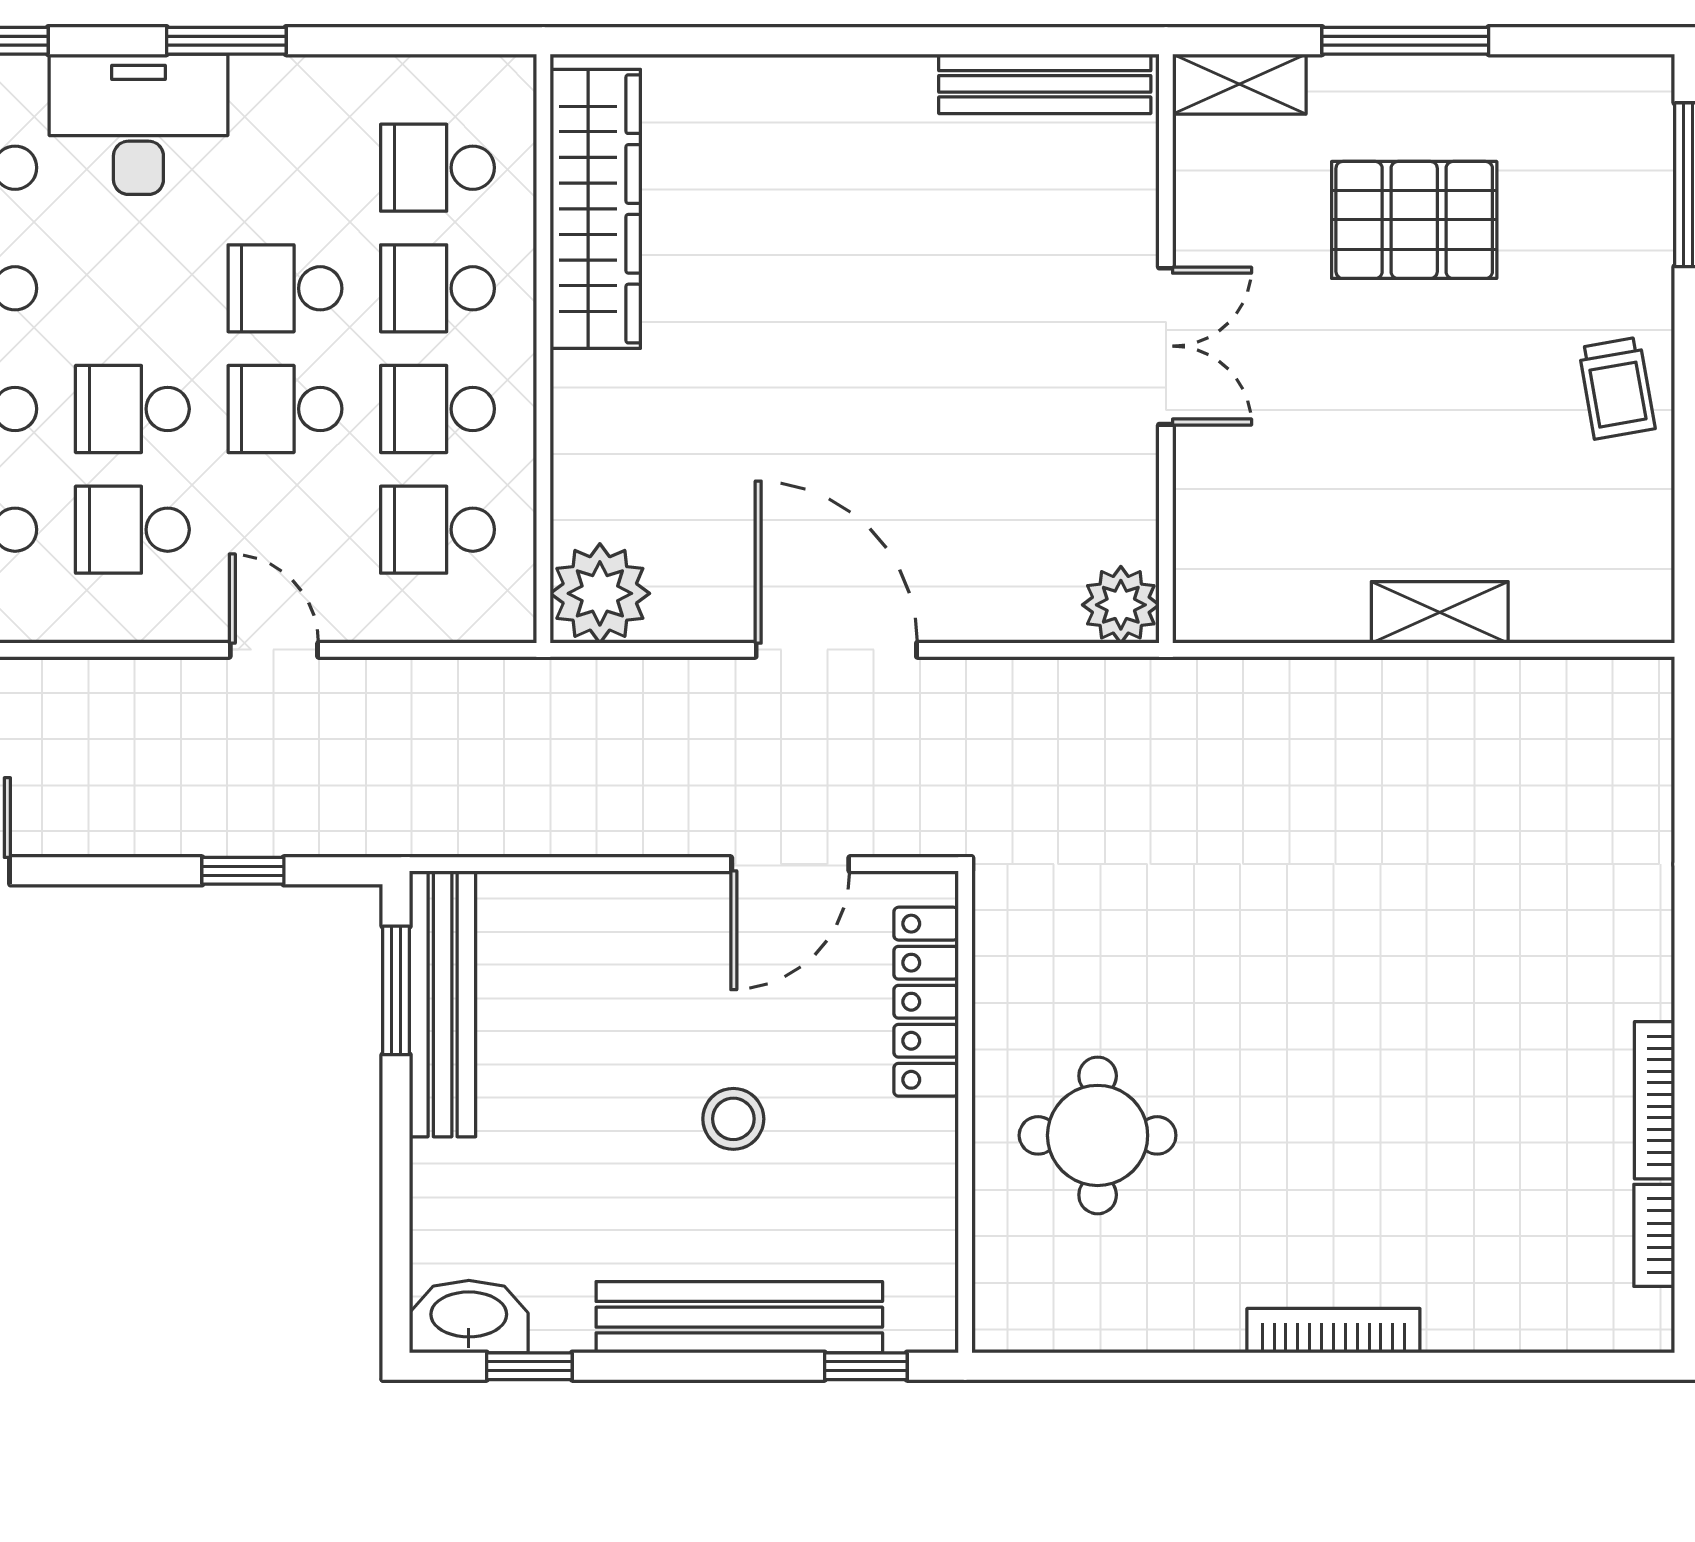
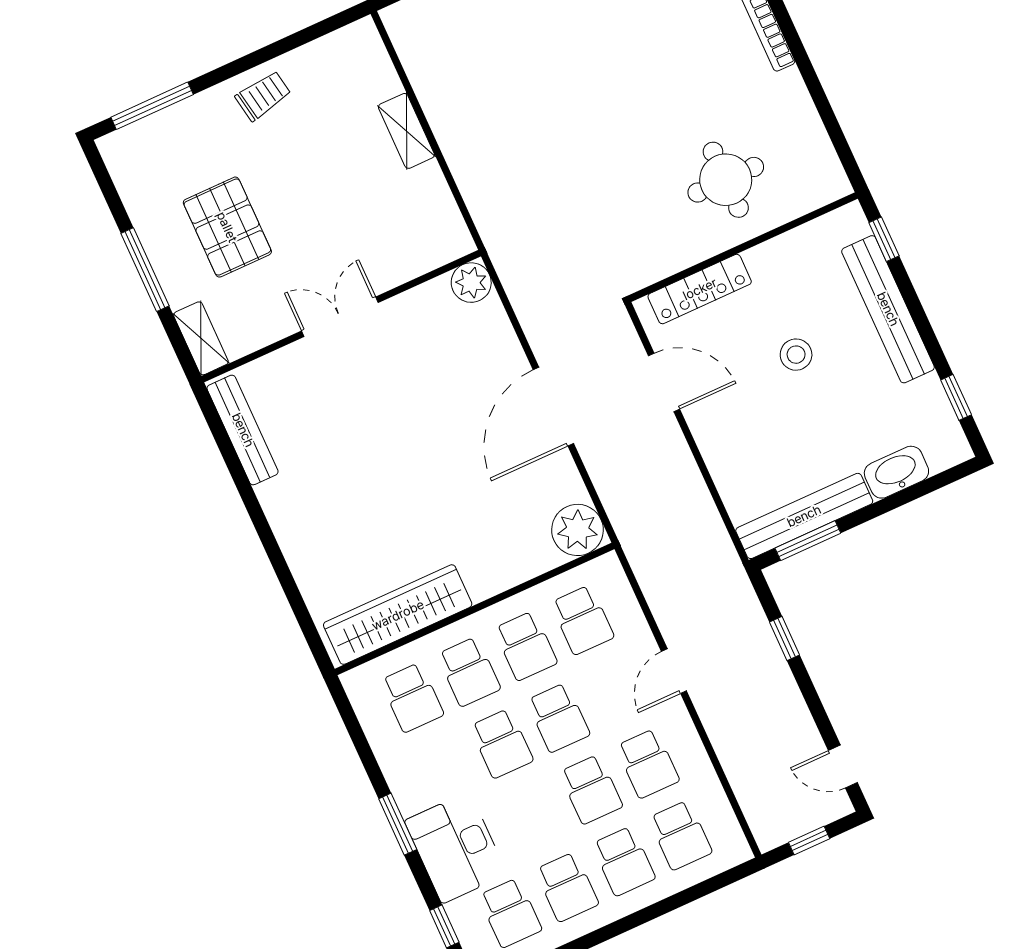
washbasin: (469, 1317) -> (896, 472), moved, turned 90

